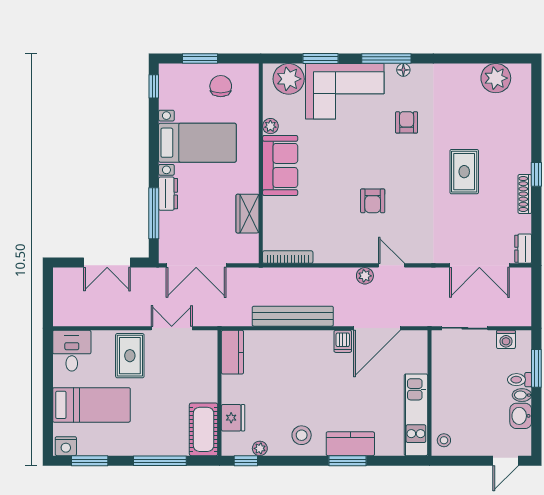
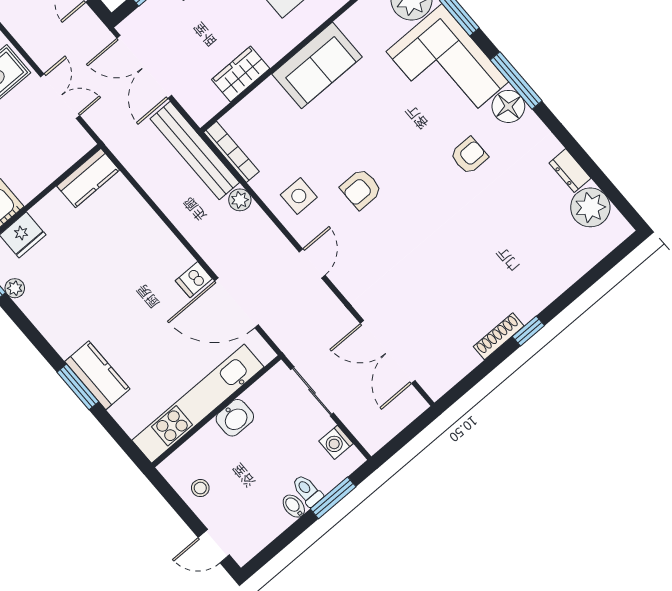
floor lamp: (403, 70) -> (508, 106), width x1.89, depth x1.89
plant: (270, 126) -> (348, 22), removed
rug: (464, 172) -> (469, 256), removed
side table: (346, 240) -> (299, 196), added
dresser: (523, 249) -> (570, 171), moved, turned -90
plant: (365, 276) -> (240, 200), moved
bench: (293, 316) -> (195, 151), moved
kitchen unit: (416, 415) -> (198, 404), width x1.36
washbasin: (521, 416) -> (235, 418), moved, turned 180
stool: (302, 435) -> (64, 319), removed
stool: (444, 440) -> (200, 488), moved

